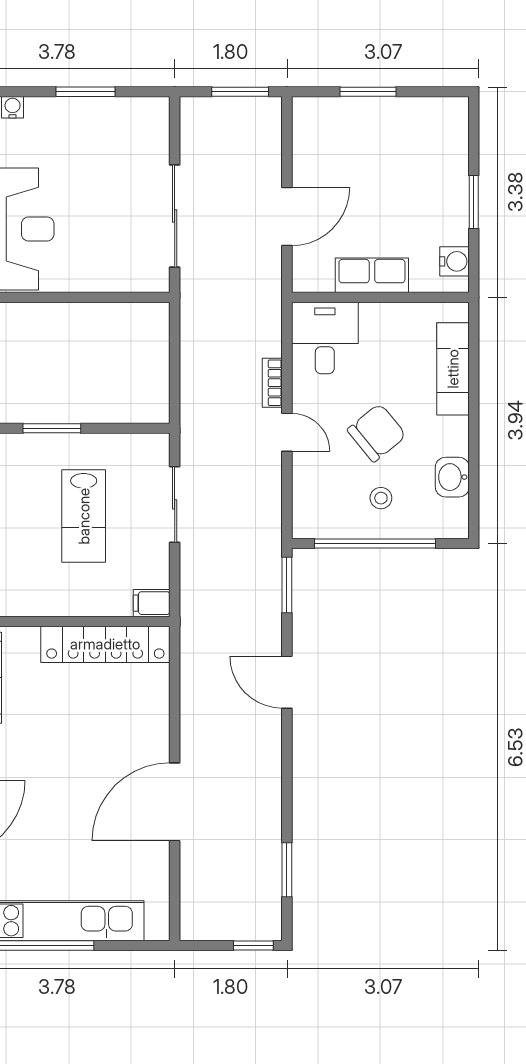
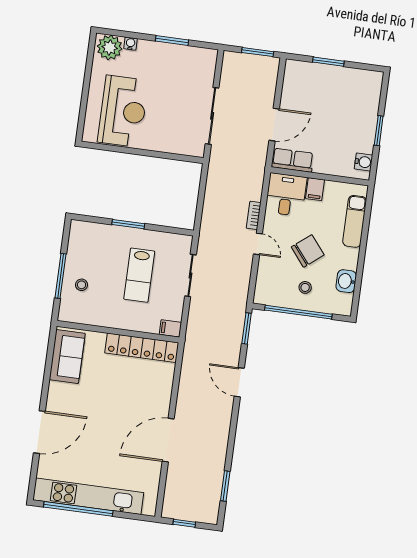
row of seats: (372, 275) -> (292, 160), moved
filing cabinet: (375, 321) -> (315, 189), added
window: (253, 946) -> (184, 523), moved

